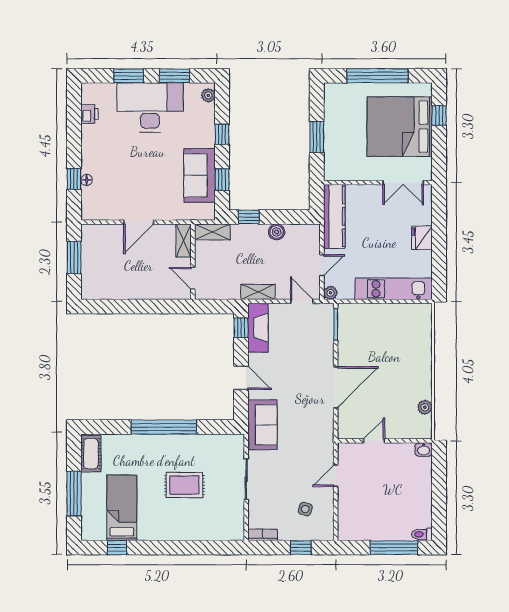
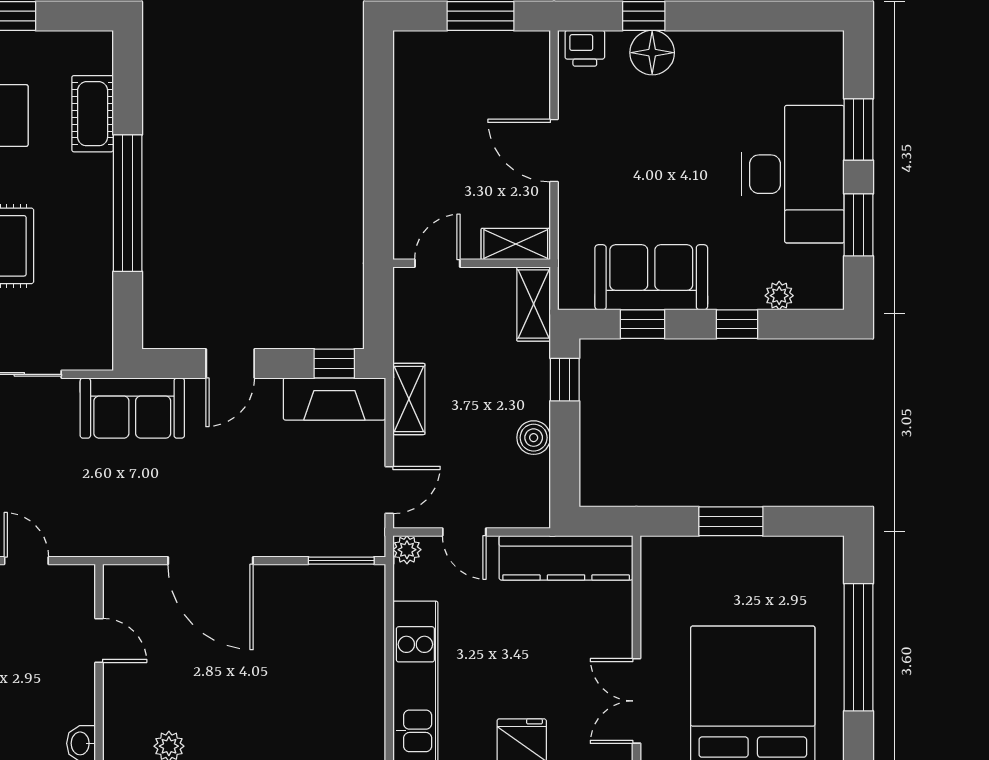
plant: (208, 95) -> (779, 296), moved
printer: (89, 114) -> (585, 48), moved
floor lamp: (87, 180) -> (652, 53), width x1.89, depth x1.89
cot: (91, 454) -> (93, 114), moved, turned 90

